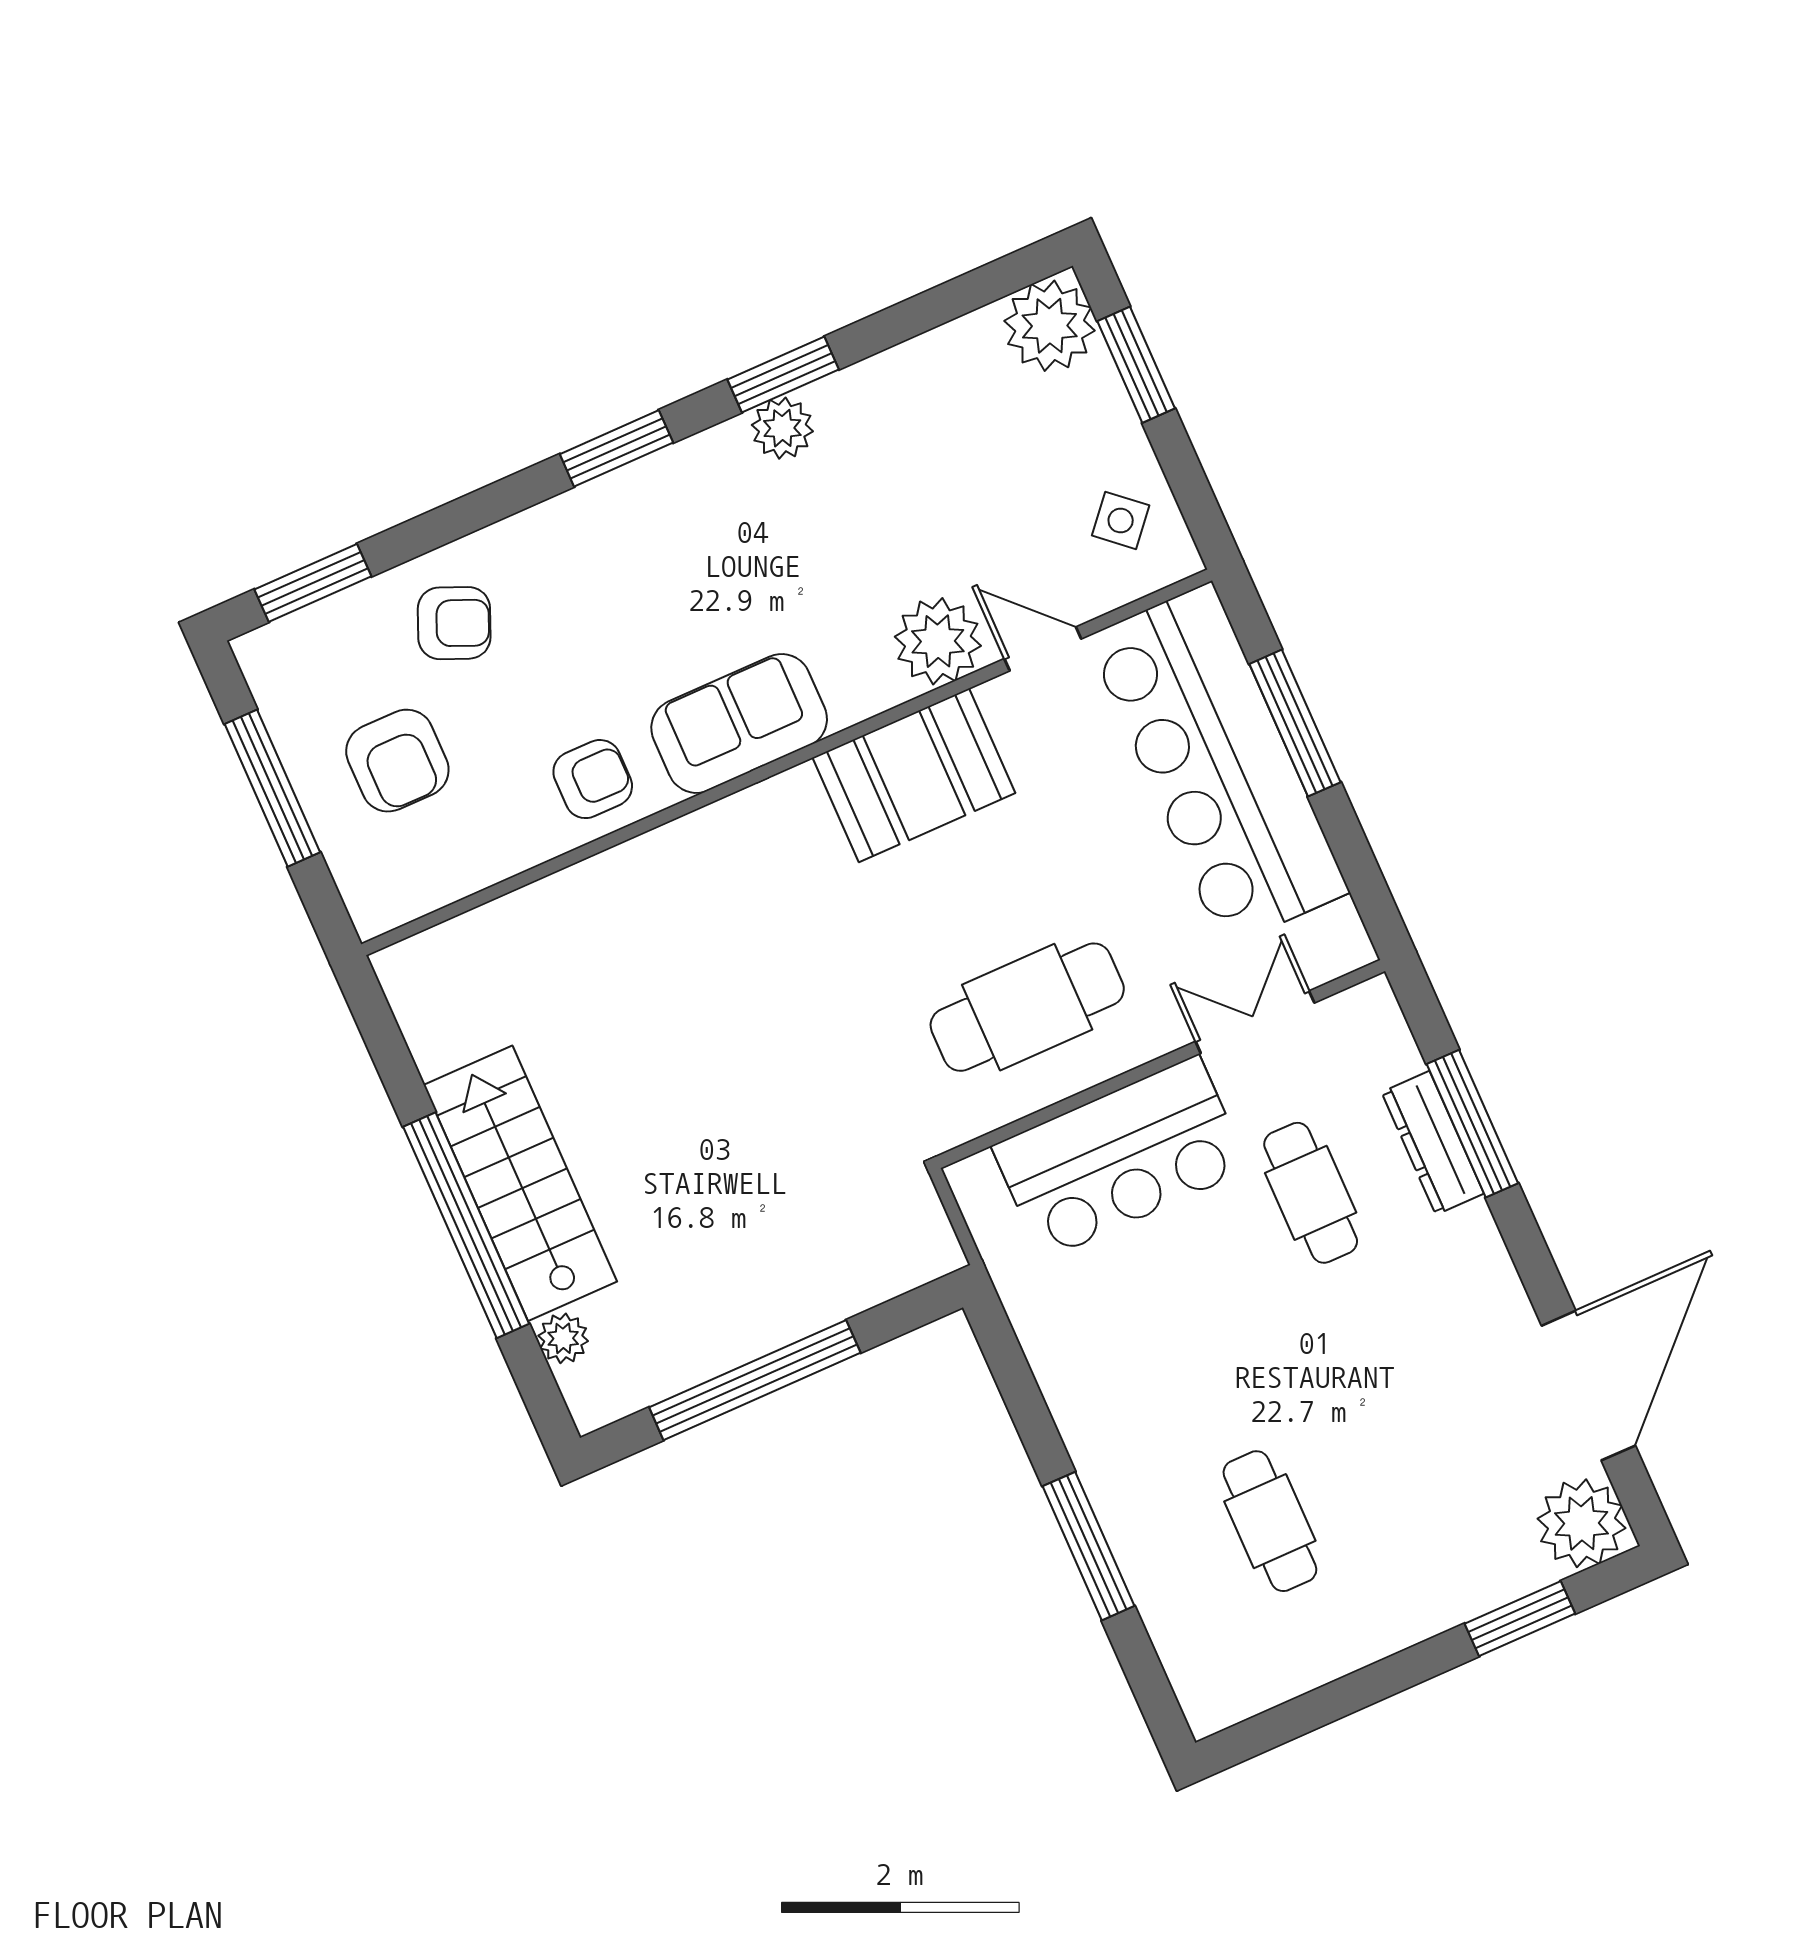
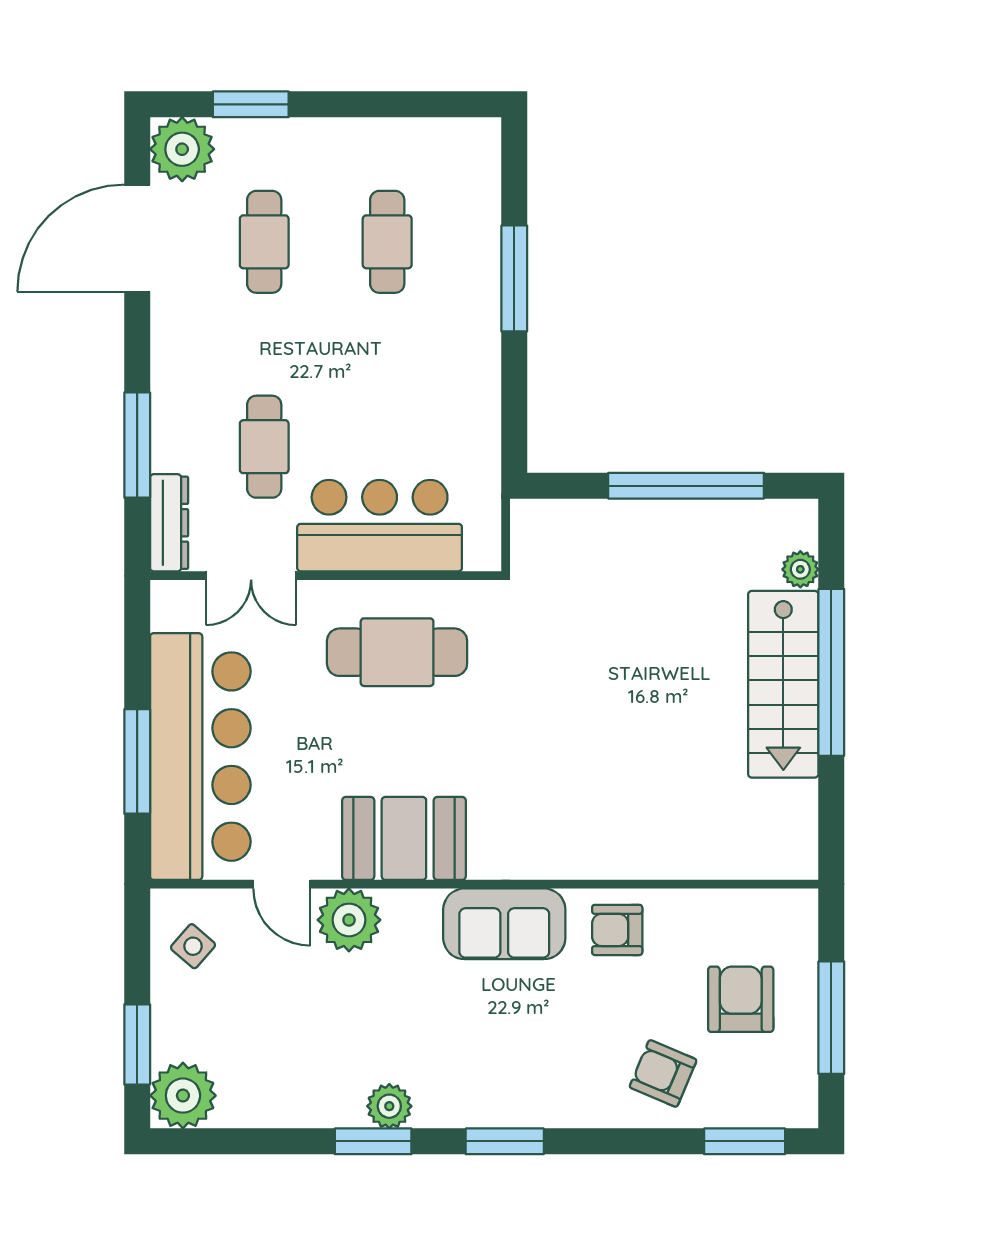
dresser: (1433, 1143) -> (169, 523), moved
cafe table: (1426, 1452) -> (264, 242), added

